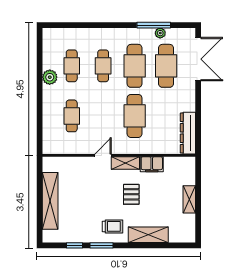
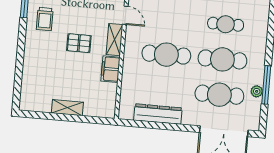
dresser: (188, 133) -> (158, 114), moved
shelving: (148, 235) -> (32, 58), removed

